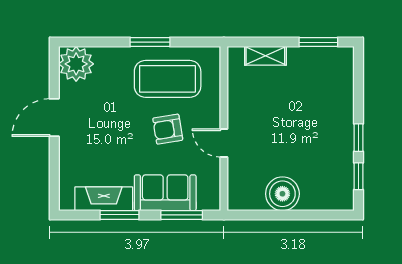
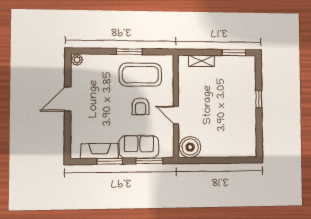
plant: (76, 64) -> (77, 60), width x0.53, depth x0.53
armchair: (168, 129) -> (141, 106), turned -81
window: (358, 138) -> (259, 99), moved
window: (358, 176) -> (259, 136), removed
boiler: (282, 194) -> (190, 147), moved

